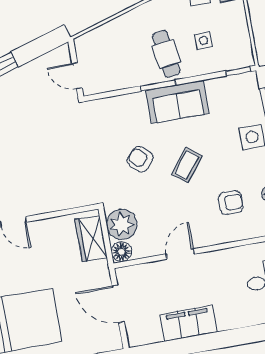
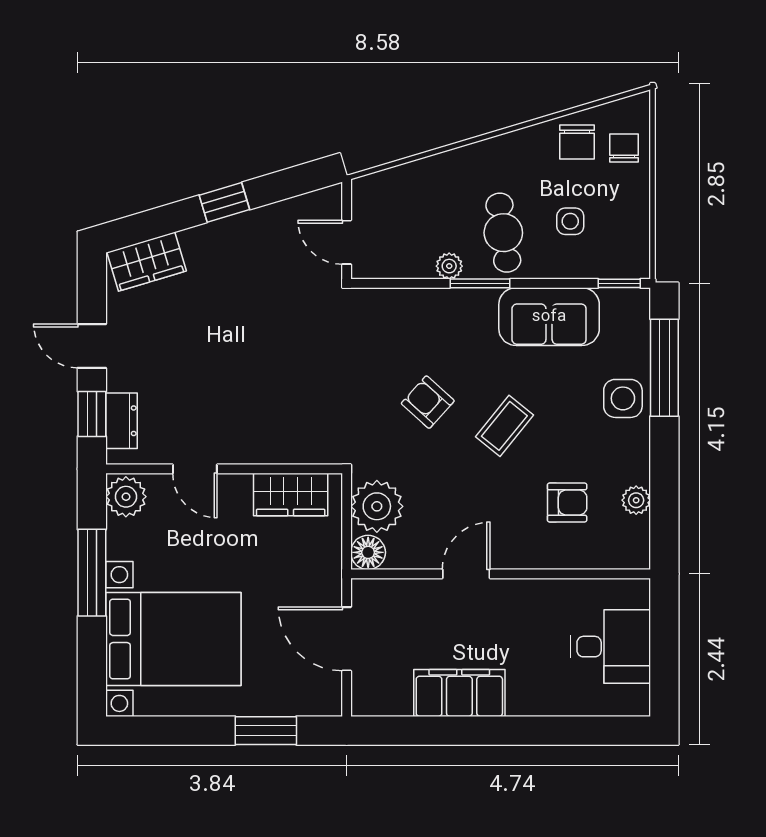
plant: (138, 79) -> (449, 266), added
sofa: (177, 102) -> (549, 317), moved
wardrobe: (91, 238) -> (291, 495), moved, turned -90

